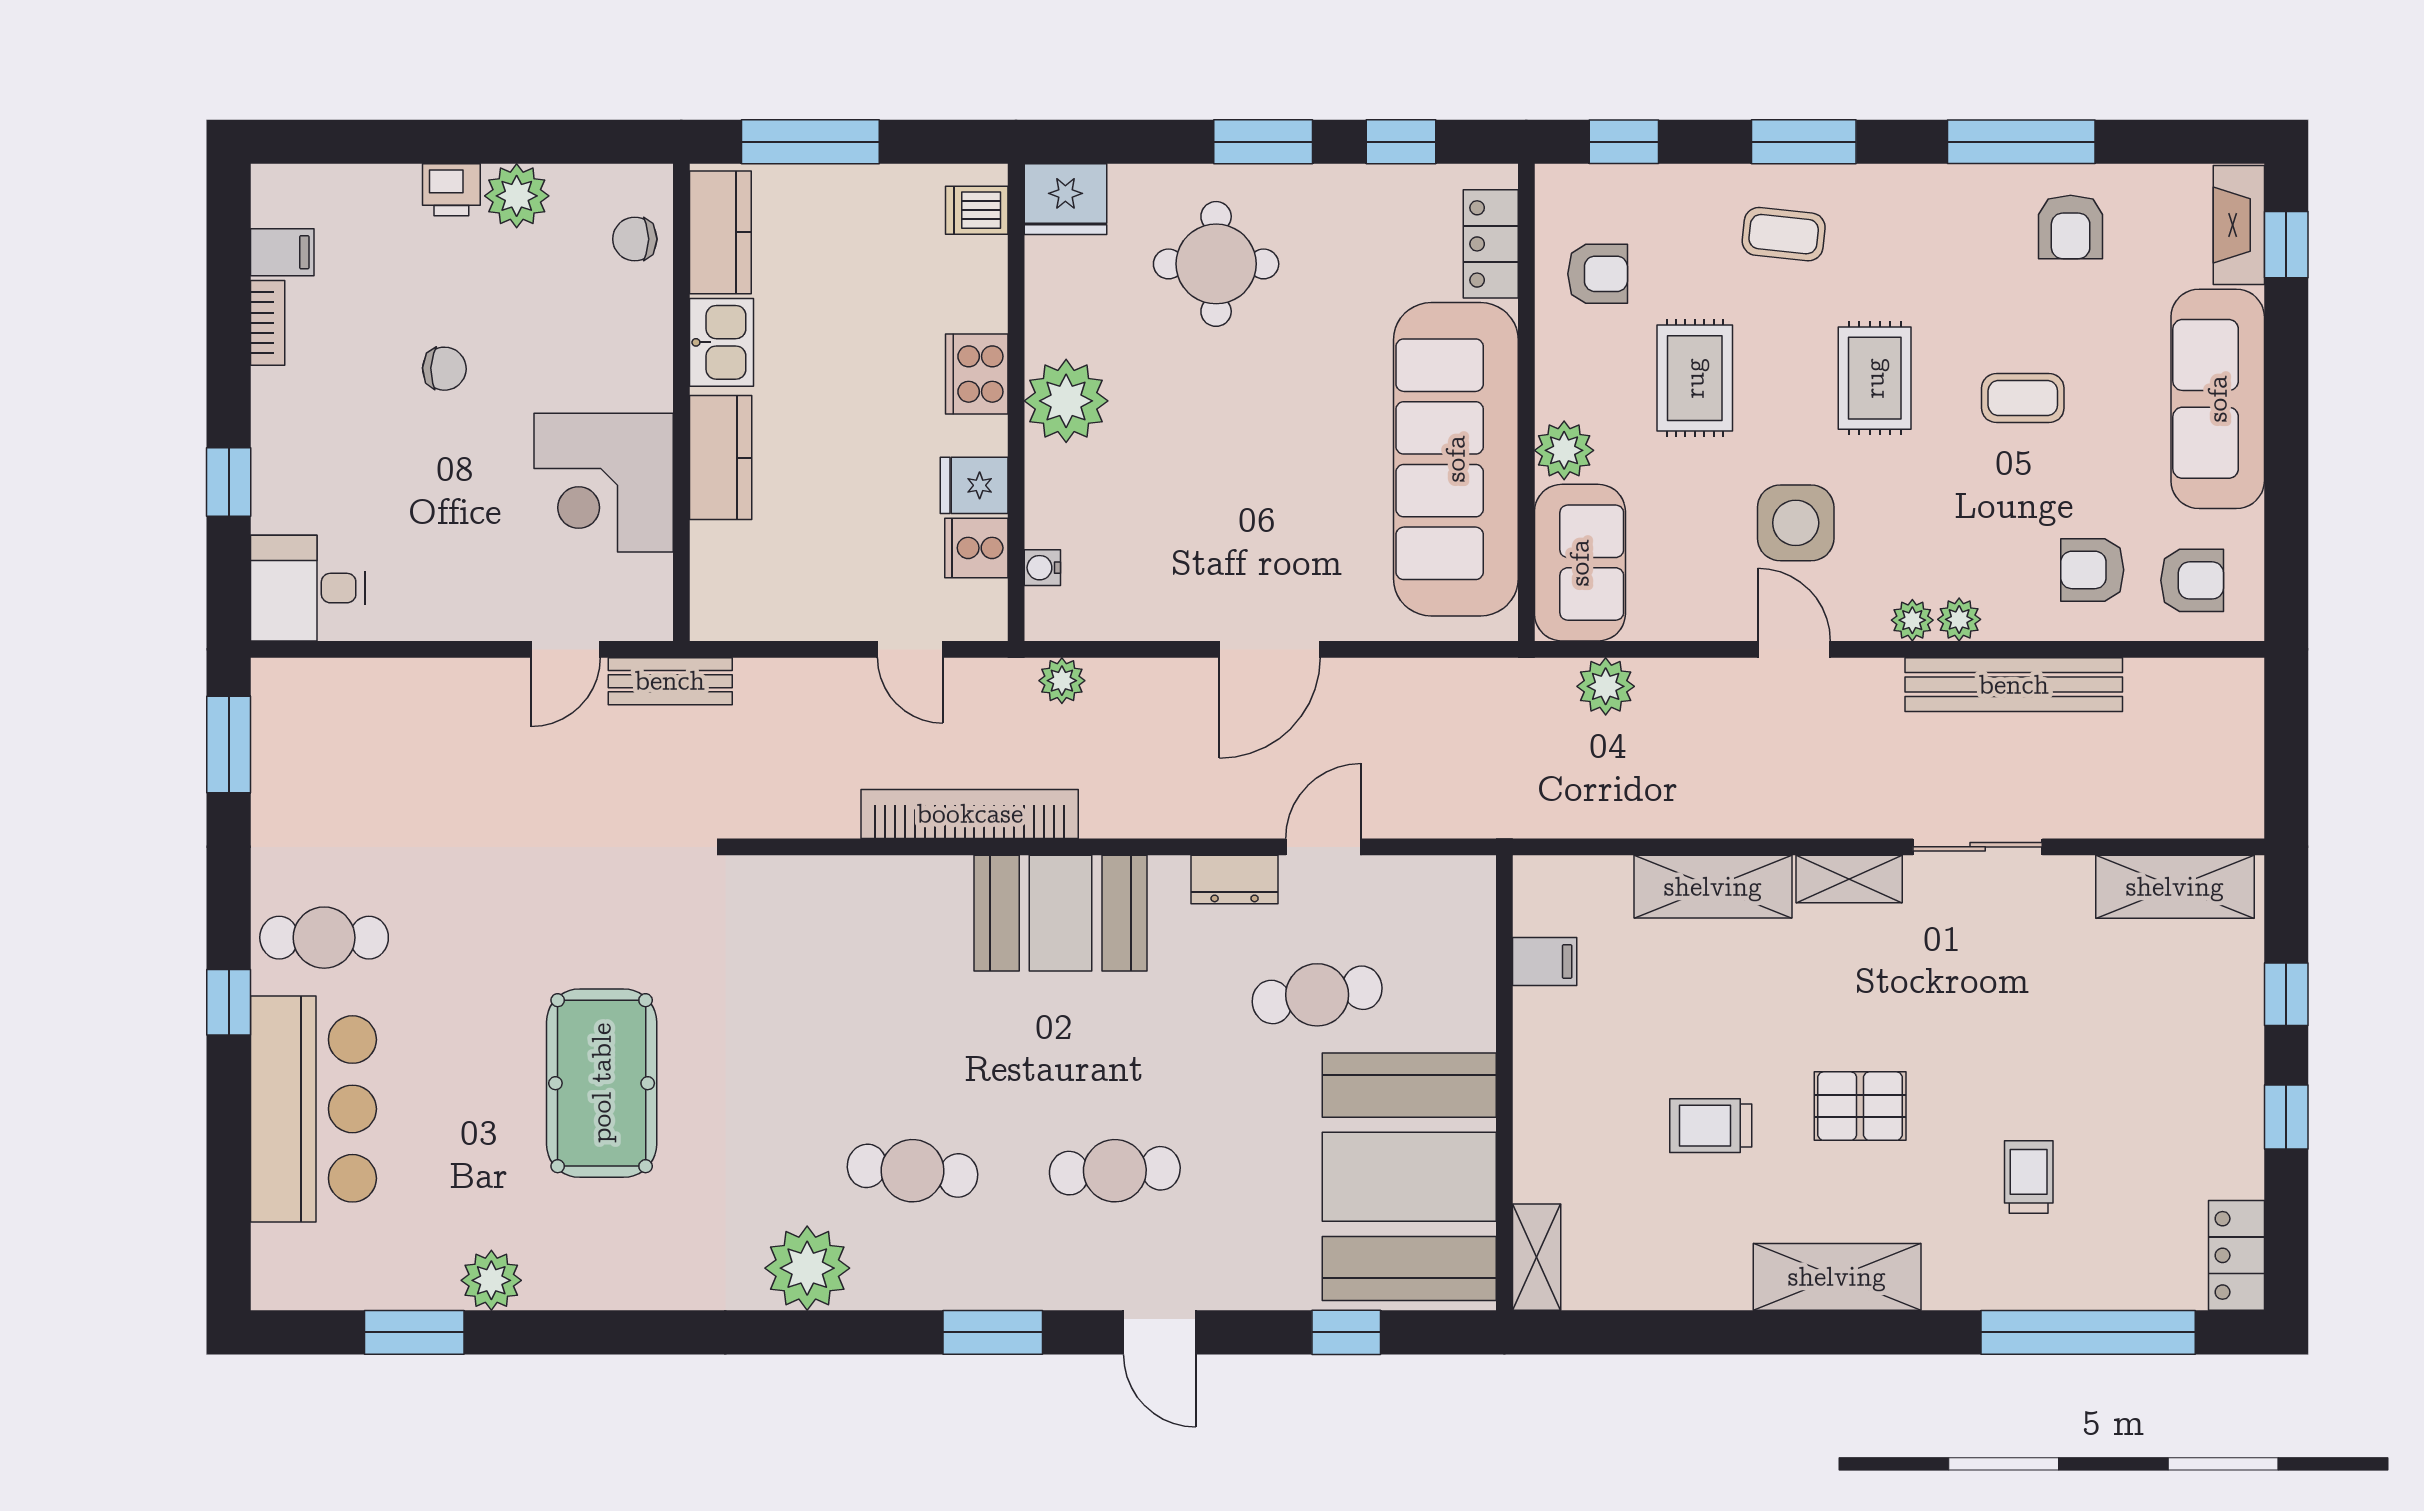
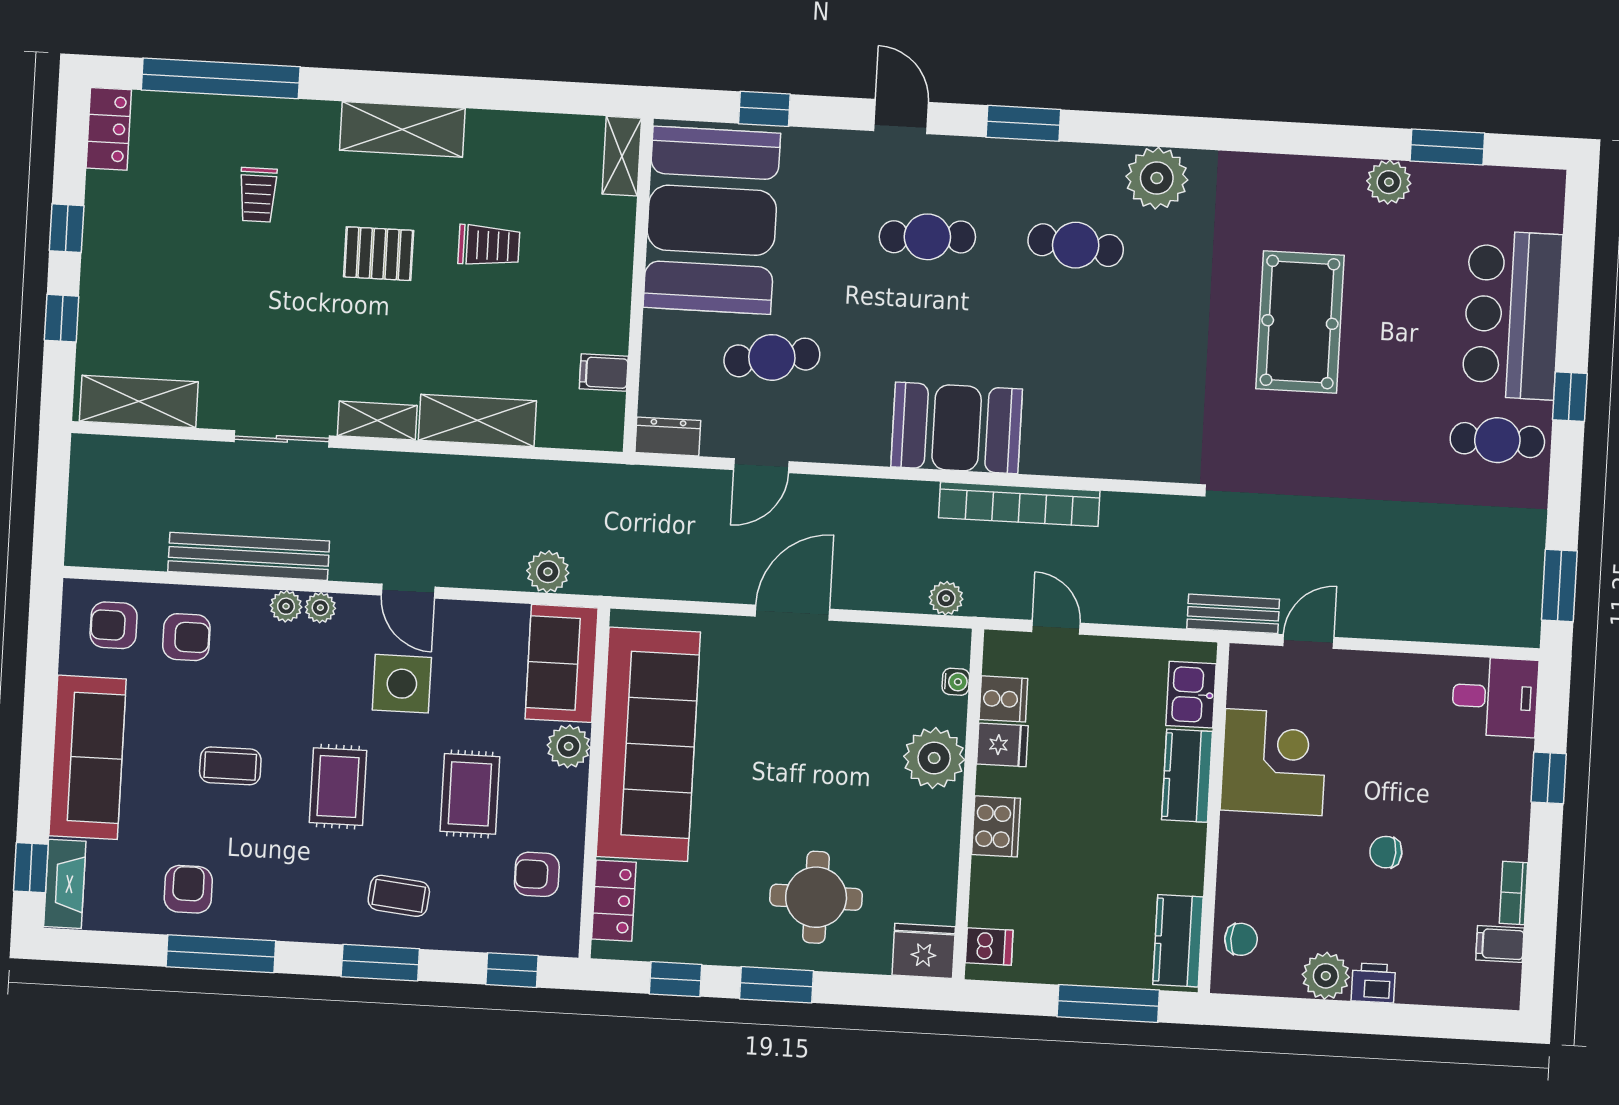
kitchen sink: (721, 342) -> (1191, 695), moved
plant: (1066, 401) -> (934, 758), moved
dresser: (1235, 879) -> (668, 436), moved

